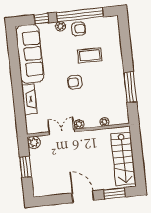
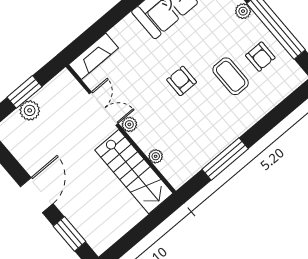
armchair: (78, 29) -> (260, 57), moved
fireplace: (29, 99) -> (94, 56), moved
plant: (34, 142) -> (30, 110), moved
stairs: (123, 159) -> (134, 172), moved, turned -90

